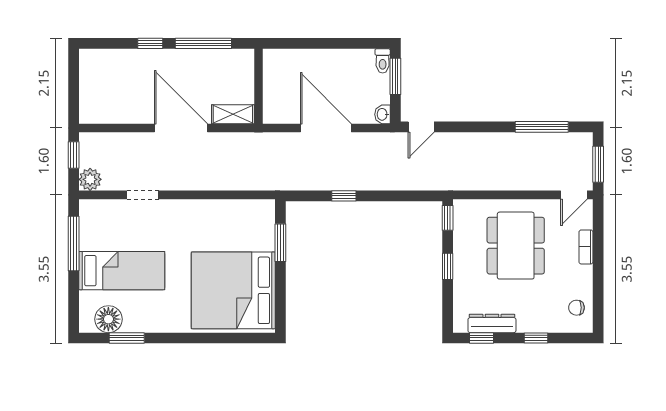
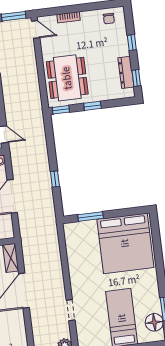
dining table: (516, 246) -> (67, 78), moved, turned 90

